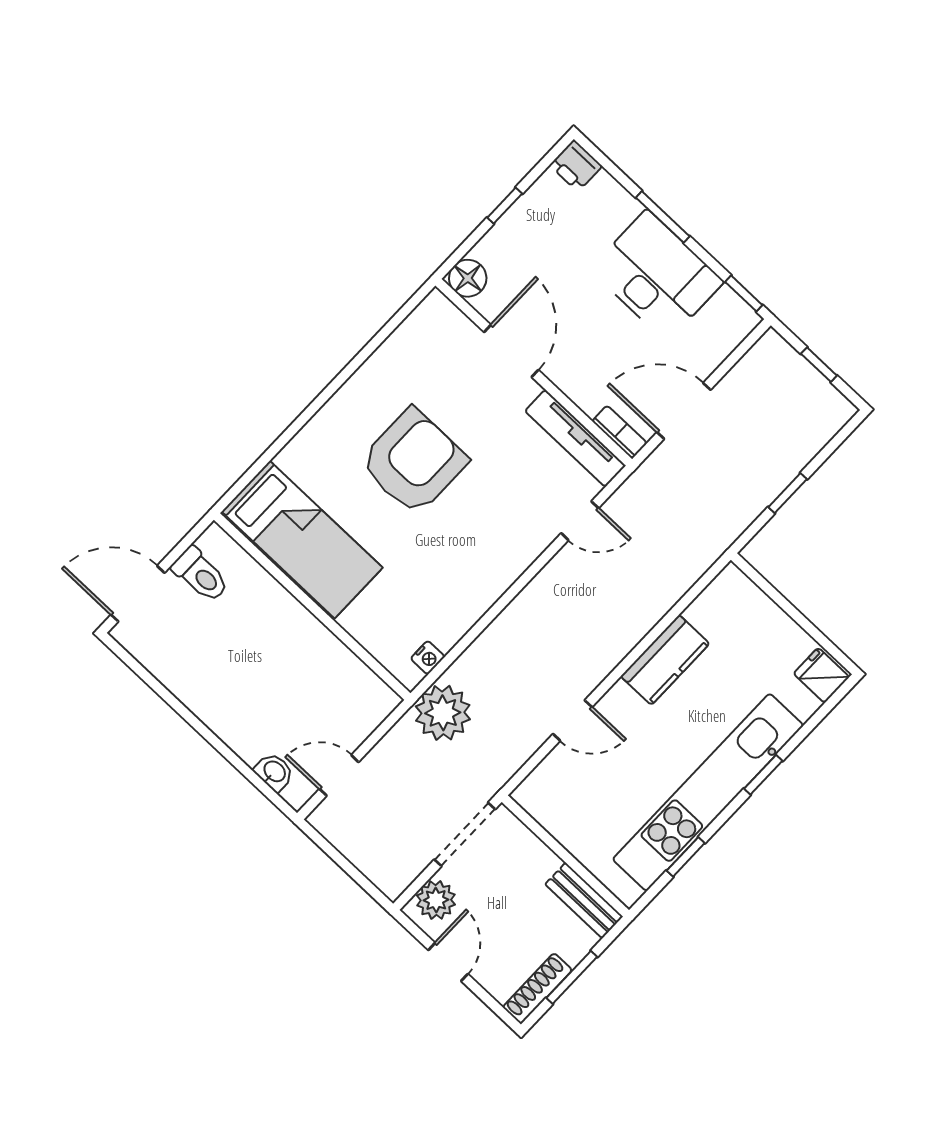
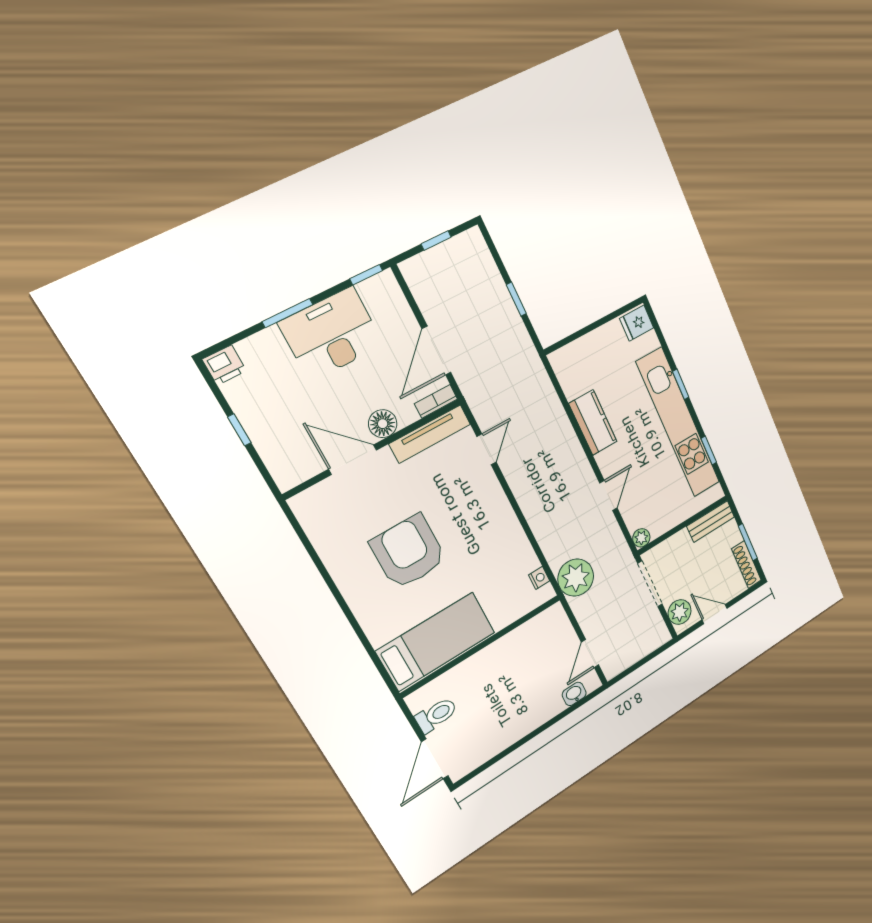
floor lamp: (468, 278) -> (383, 424), moved
plant: (528, 795) -> (641, 538), added

